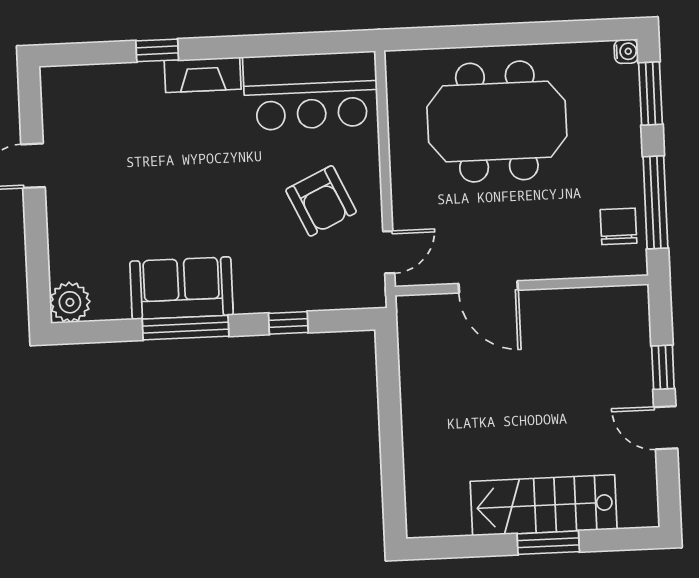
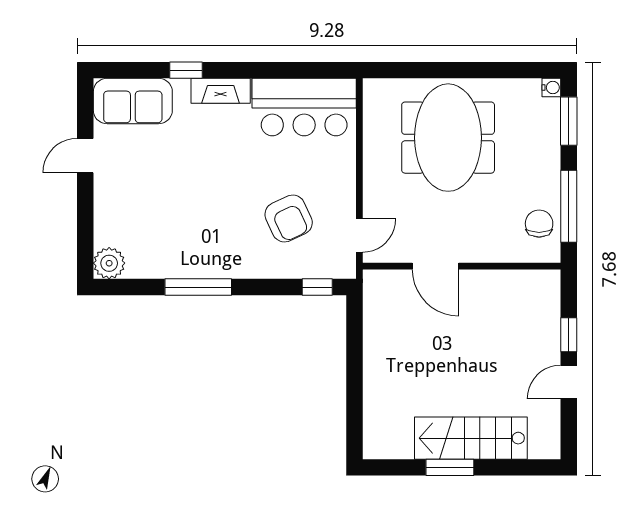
meeting table: (497, 122) -> (448, 138), turned 90
armchair: (321, 201) -> (289, 218), moved
sofa: (181, 288) -> (133, 101), moved, turned 180
window: (288, 323) -> (317, 287), moved
door: (666, 428) -> (569, 382), hinge flipped
window: (548, 543) -> (450, 467), moved

